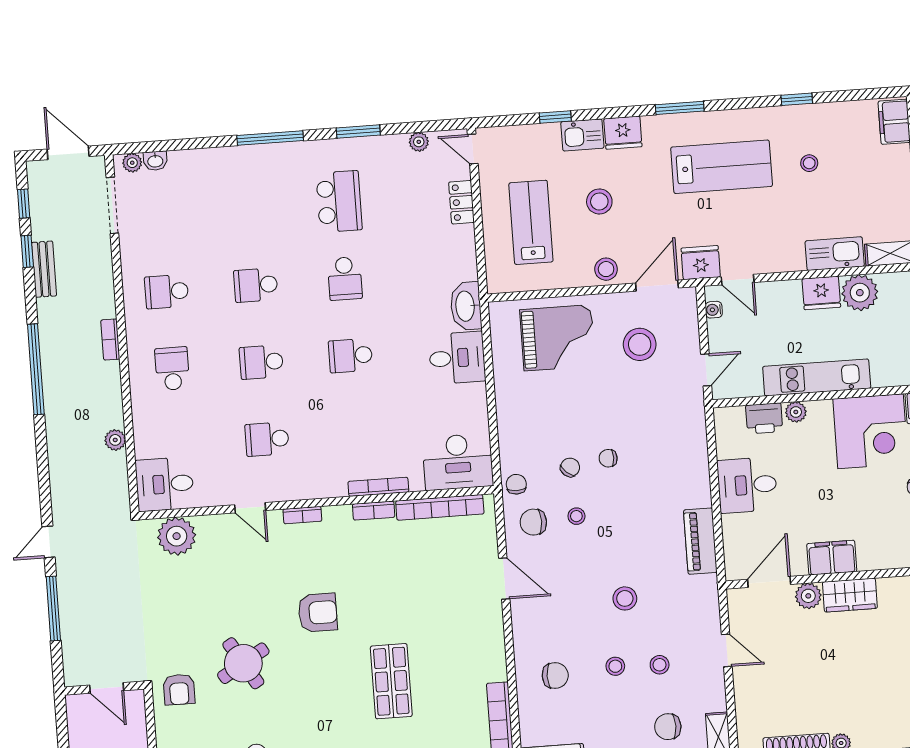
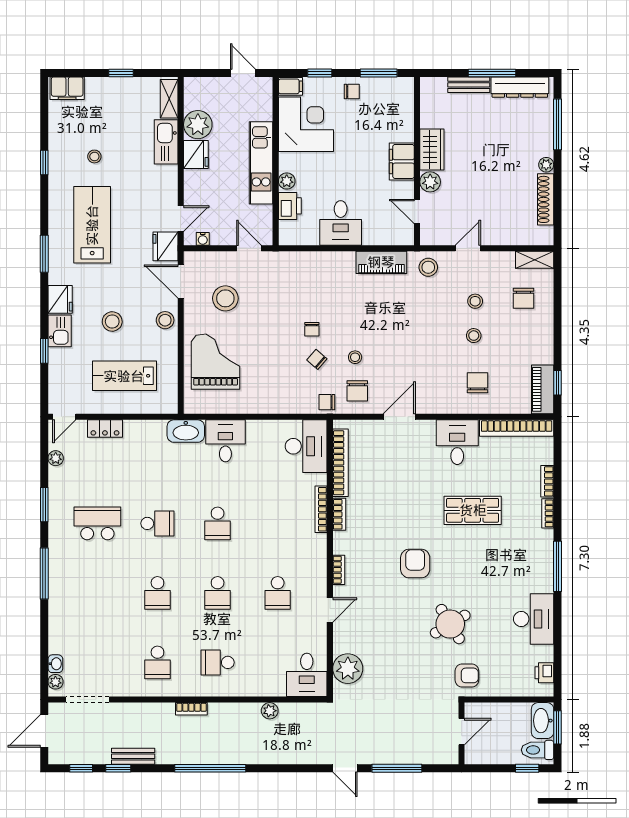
door: (769, 582) -> (417, 211), width x0.73
stool: (625, 598) -> (428, 267), moved
desk: (477, 655) -> (457, 442), added

